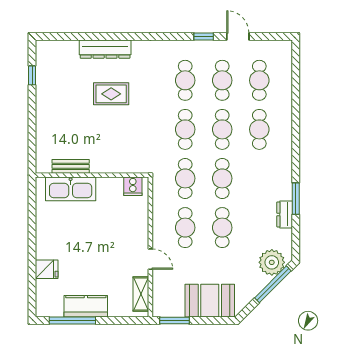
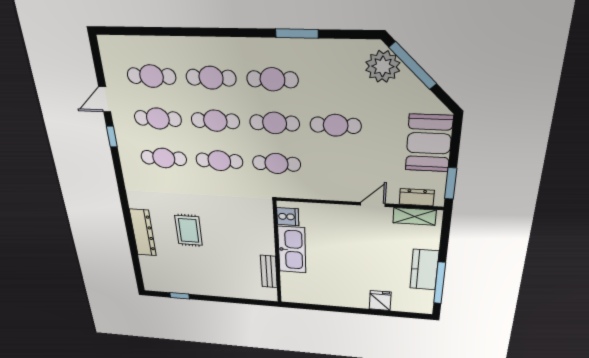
kitchen sink: (71, 189) -> (292, 250), moved
dresser: (285, 214) -> (417, 197), moved, turned 180
cafe table: (185, 228) -> (272, 79), moved

